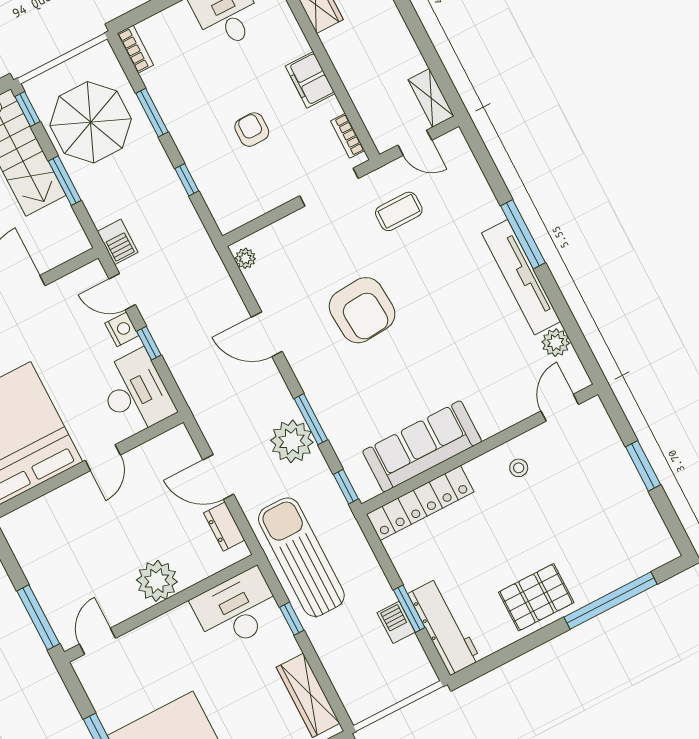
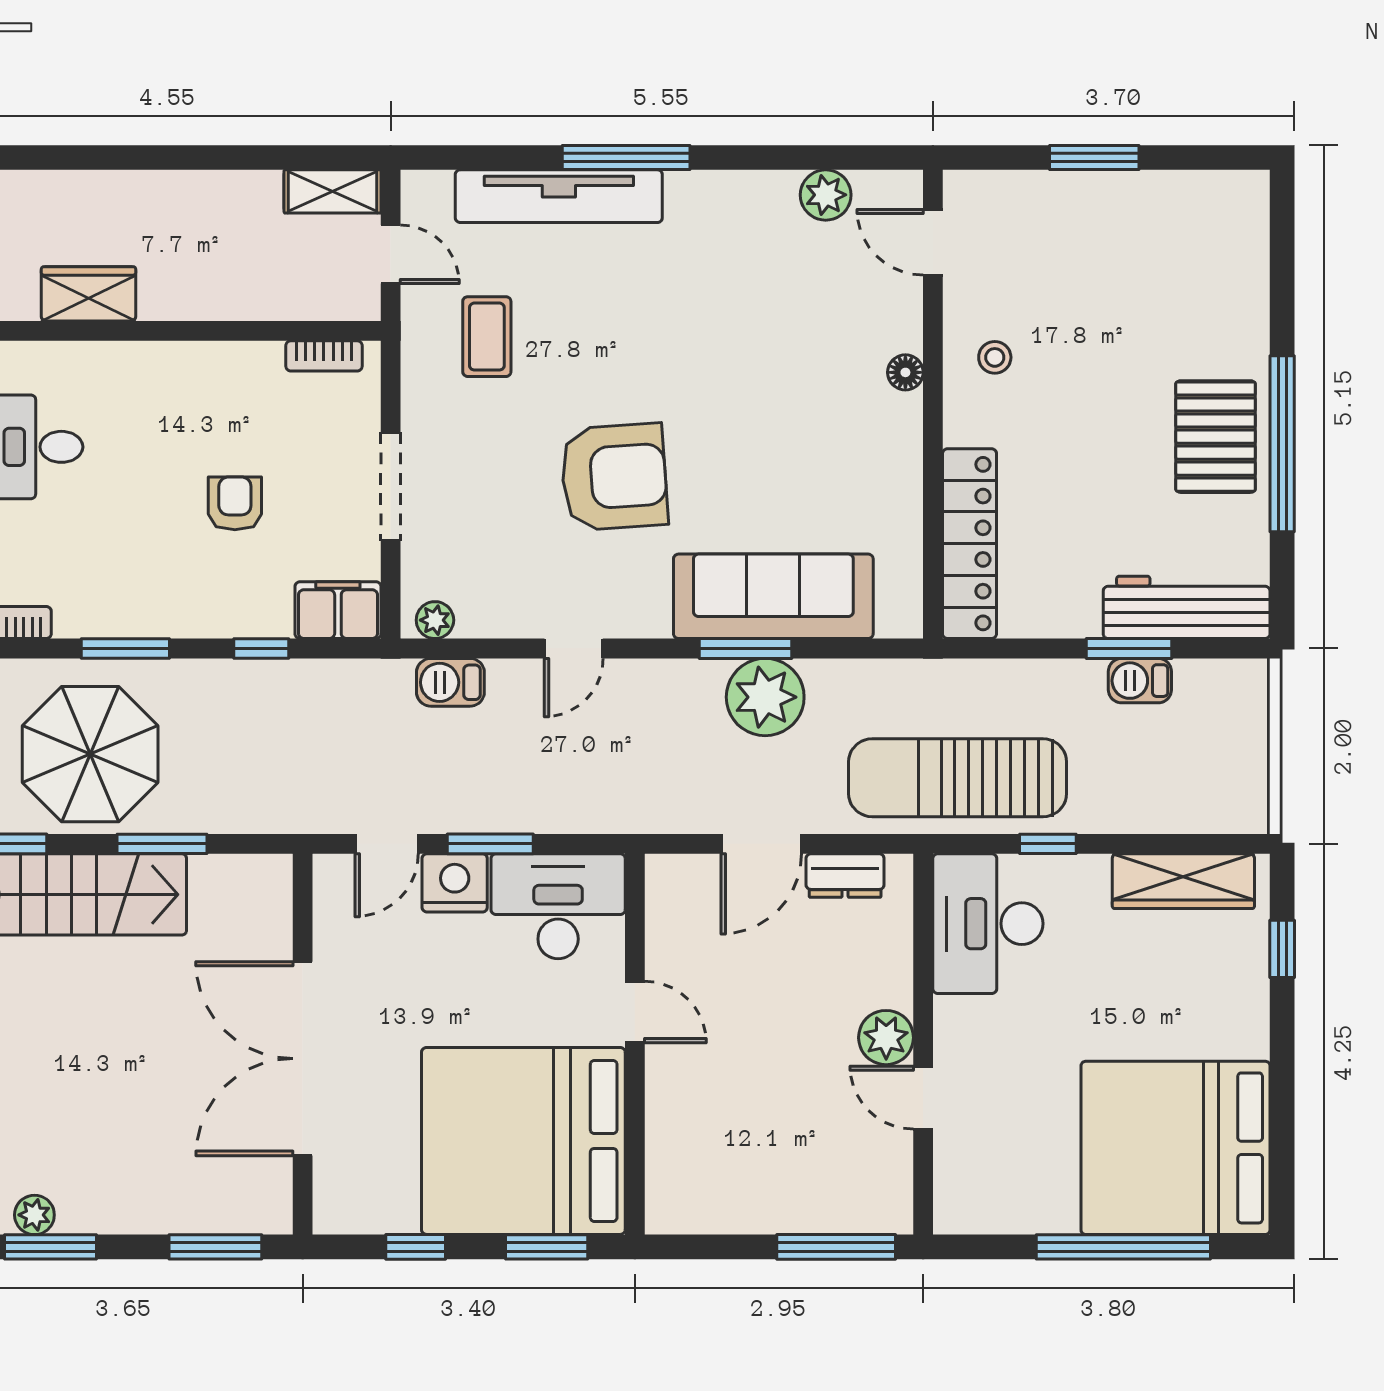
filing cabinet: (310, 80) -> (338, 610), moved, turned 180
armchair: (252, 130) -> (235, 503), turned 90
door: (415, 143) -> (391, 254), hinge flipped
doorway: (329, 187) -> (391, 487), moved
barbecue: (118, 242) -> (450, 682), moved, turned 180
tv unit: (521, 277) -> (559, 196), moved
nightstand: (122, 329) -> (455, 883), width x1.36, depth x1.33
door: (267, 334) -> (574, 648), width x0.73
window: (149, 343) -> (490, 844), width x1.50
floor lamp: (488, 427) -> (905, 372), added
sofa: (422, 446) -> (773, 596), moved, turned 90
window: (346, 487) -> (882, 648), removed
plant: (157, 581) -> (886, 1038), width x0.73, depth x0.73
window: (610, 601) -> (1282, 444), moved
door: (97, 641) -> (923, 1098), moved

